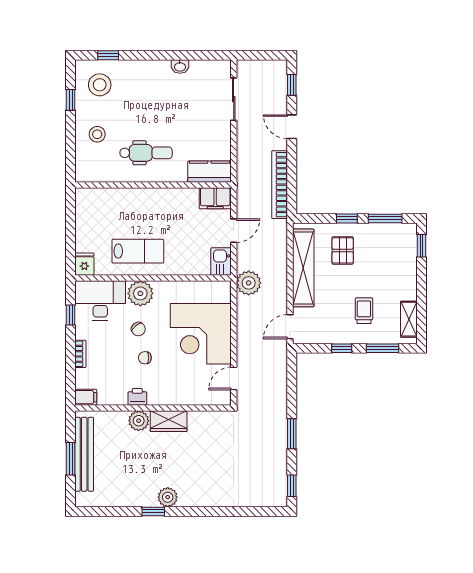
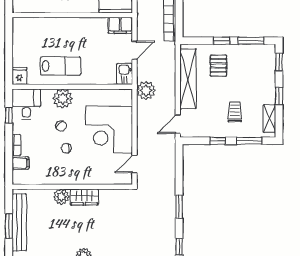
window: (421, 290) -> (279, 96), added
desk: (100, 301) -> (26, 104), width x0.73
filing cabinet: (86, 397) -> (21, 163), moved
printer: (137, 397) -> (60, 178), removed

